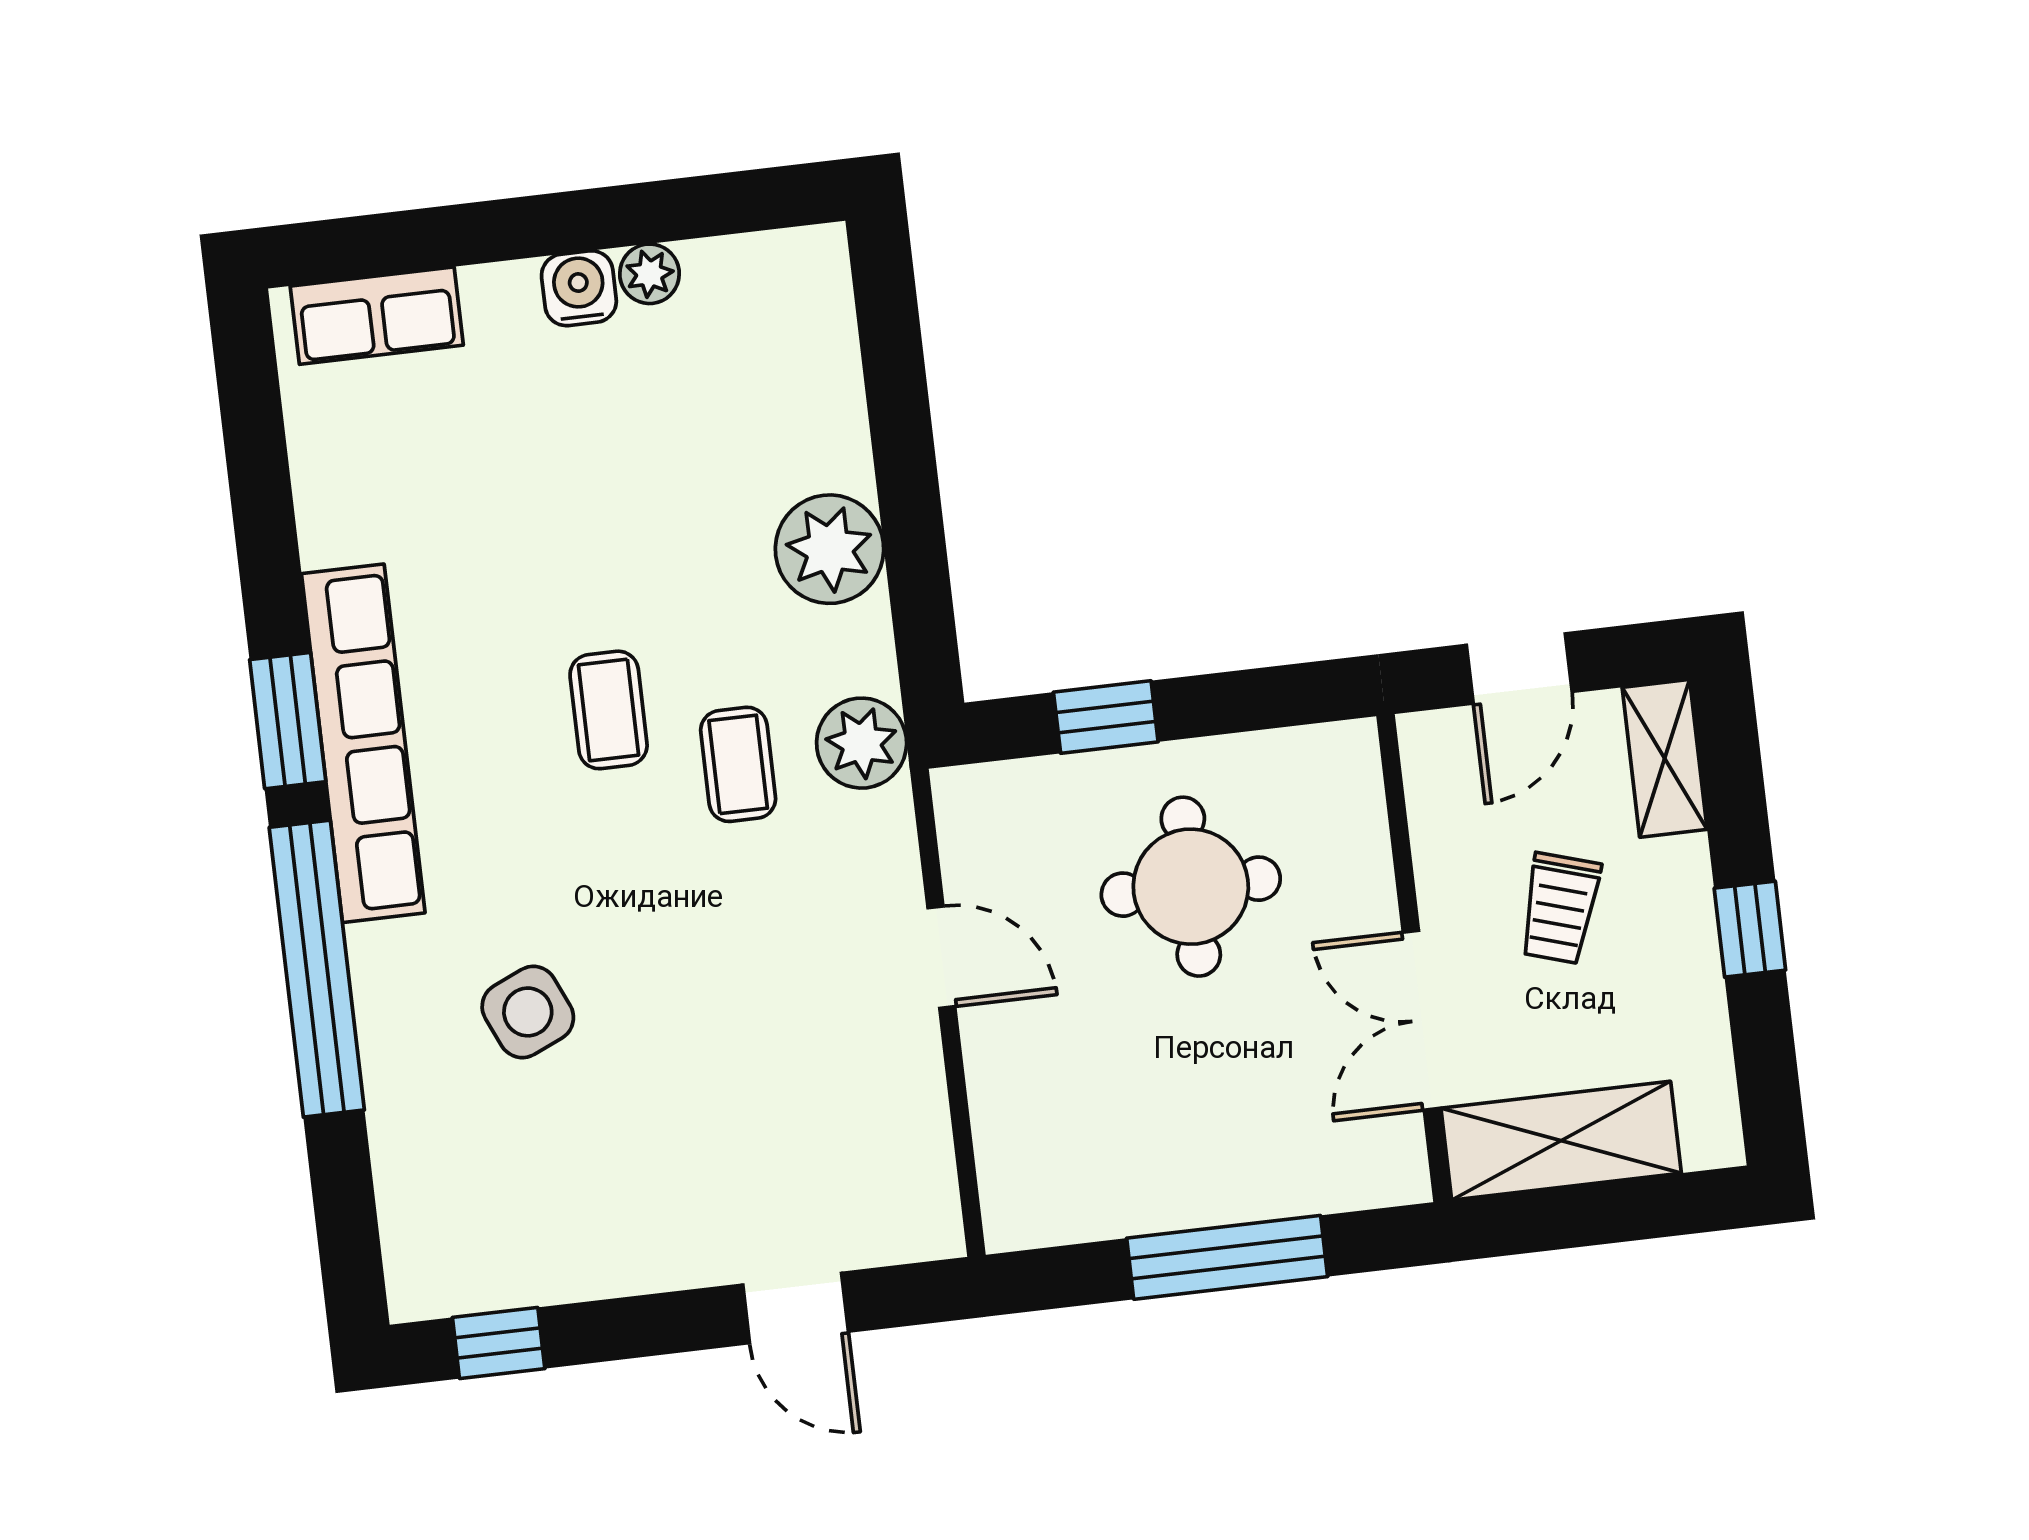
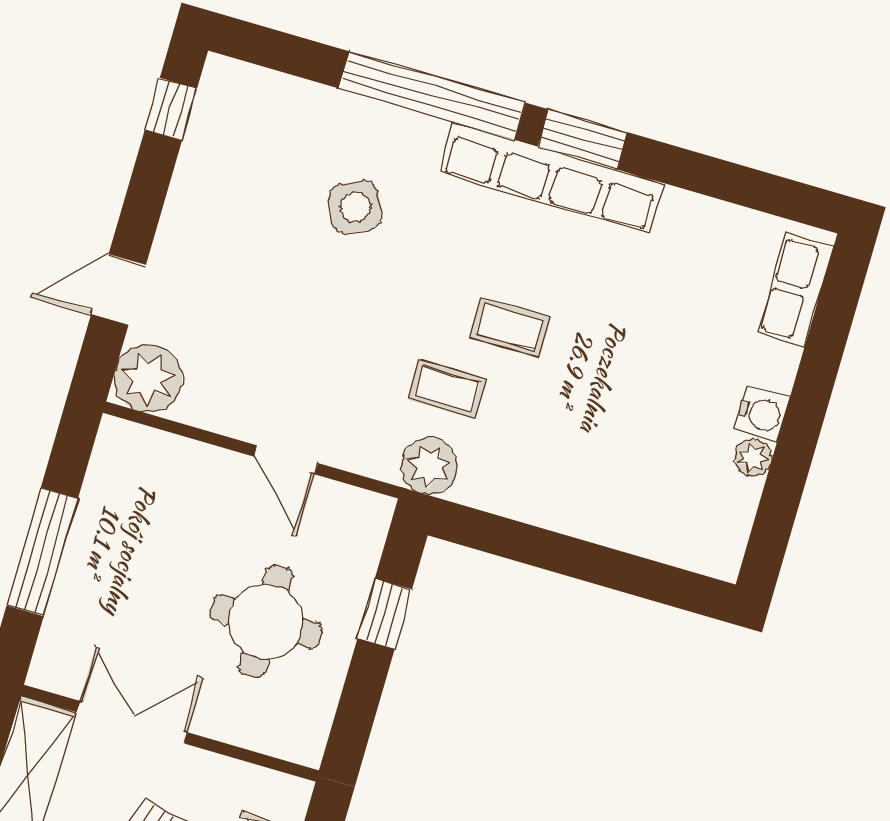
plant: (830, 549) -> (148, 378), moved
door: (941, 957) -> (286, 460), hinge flipped

